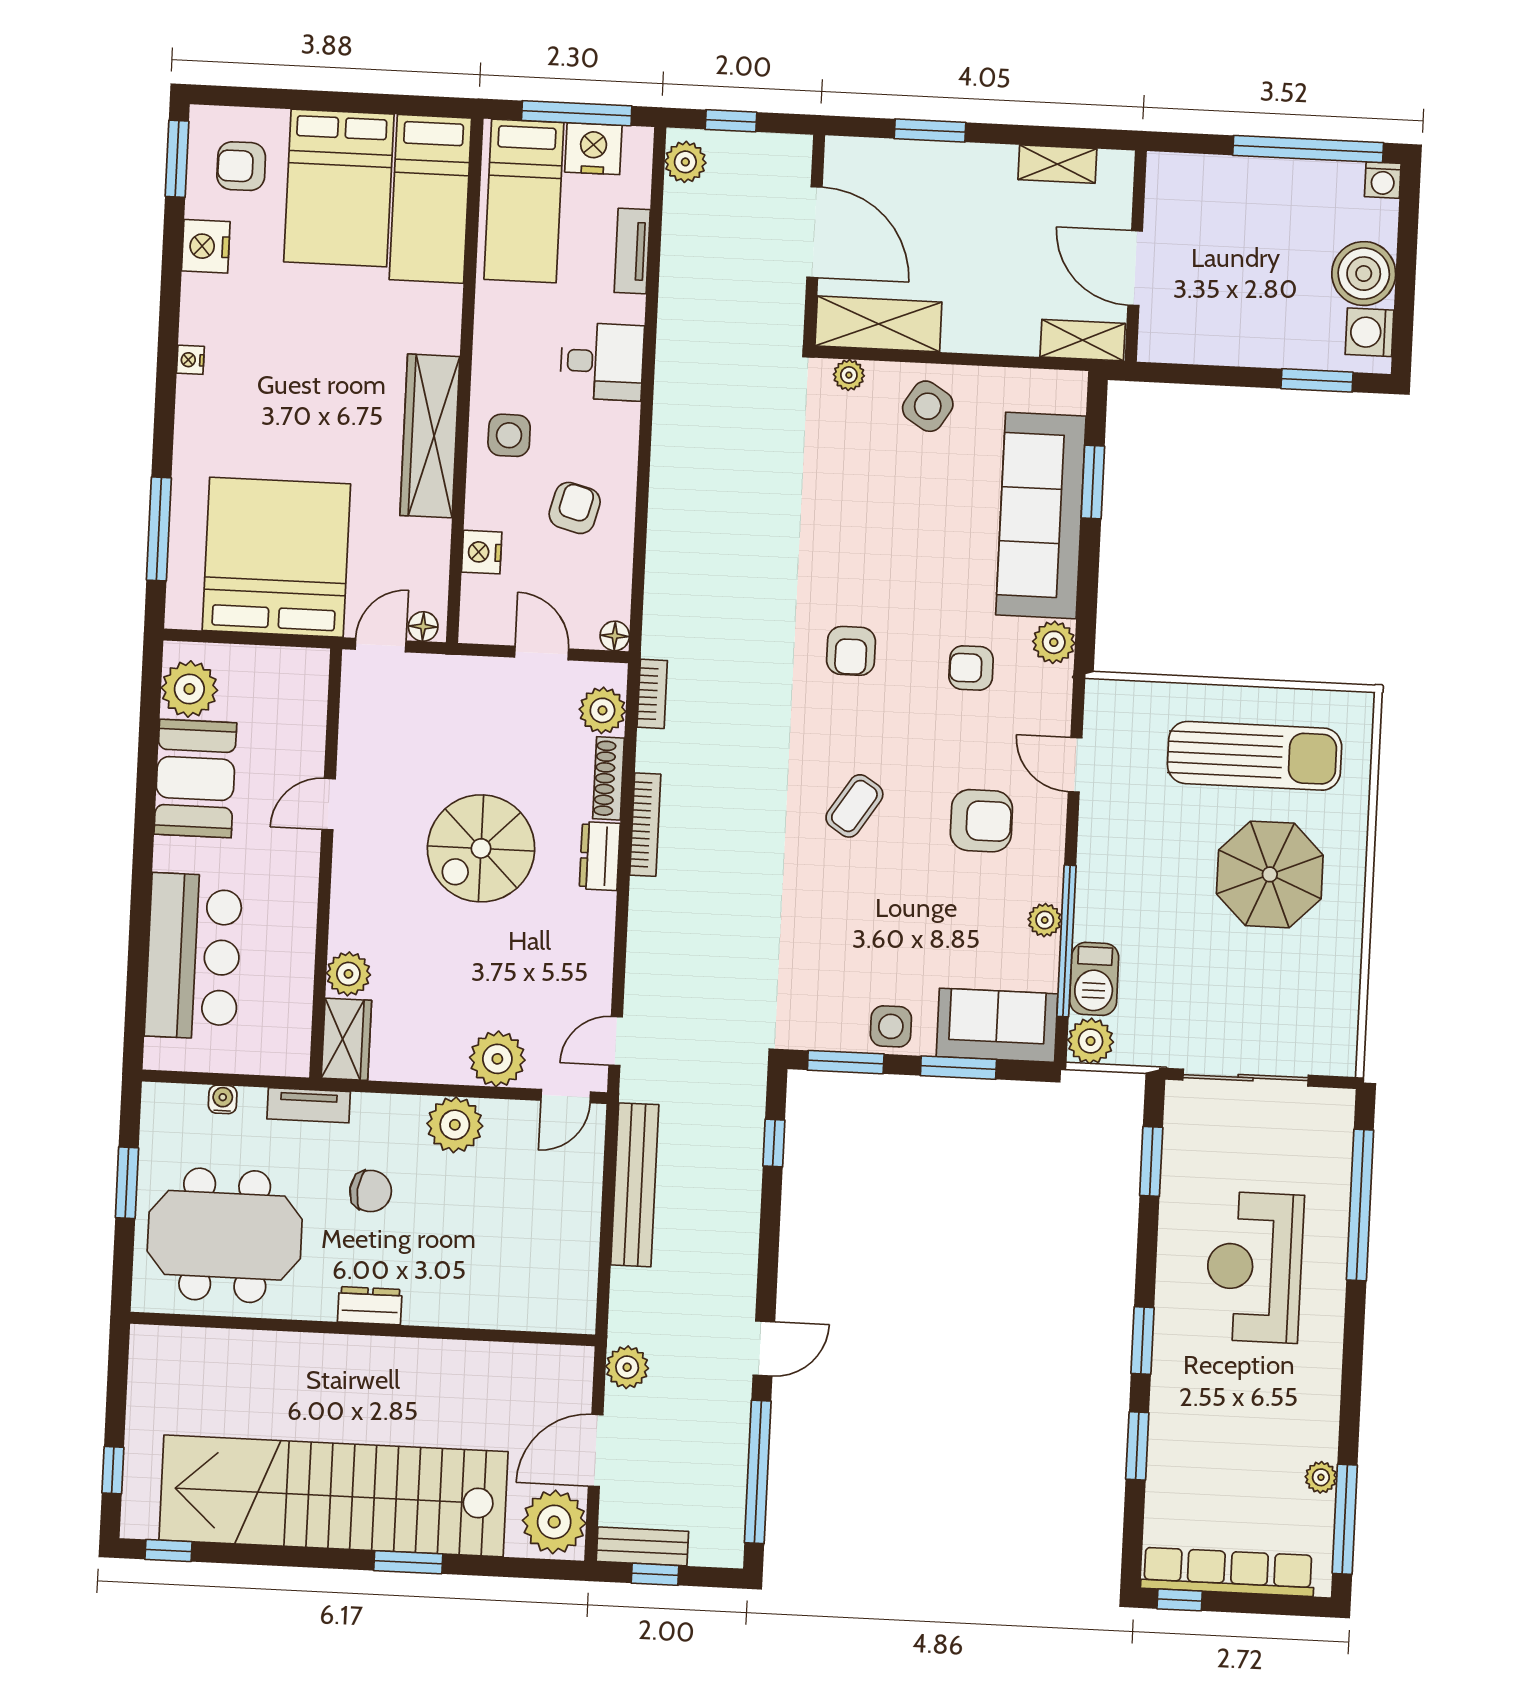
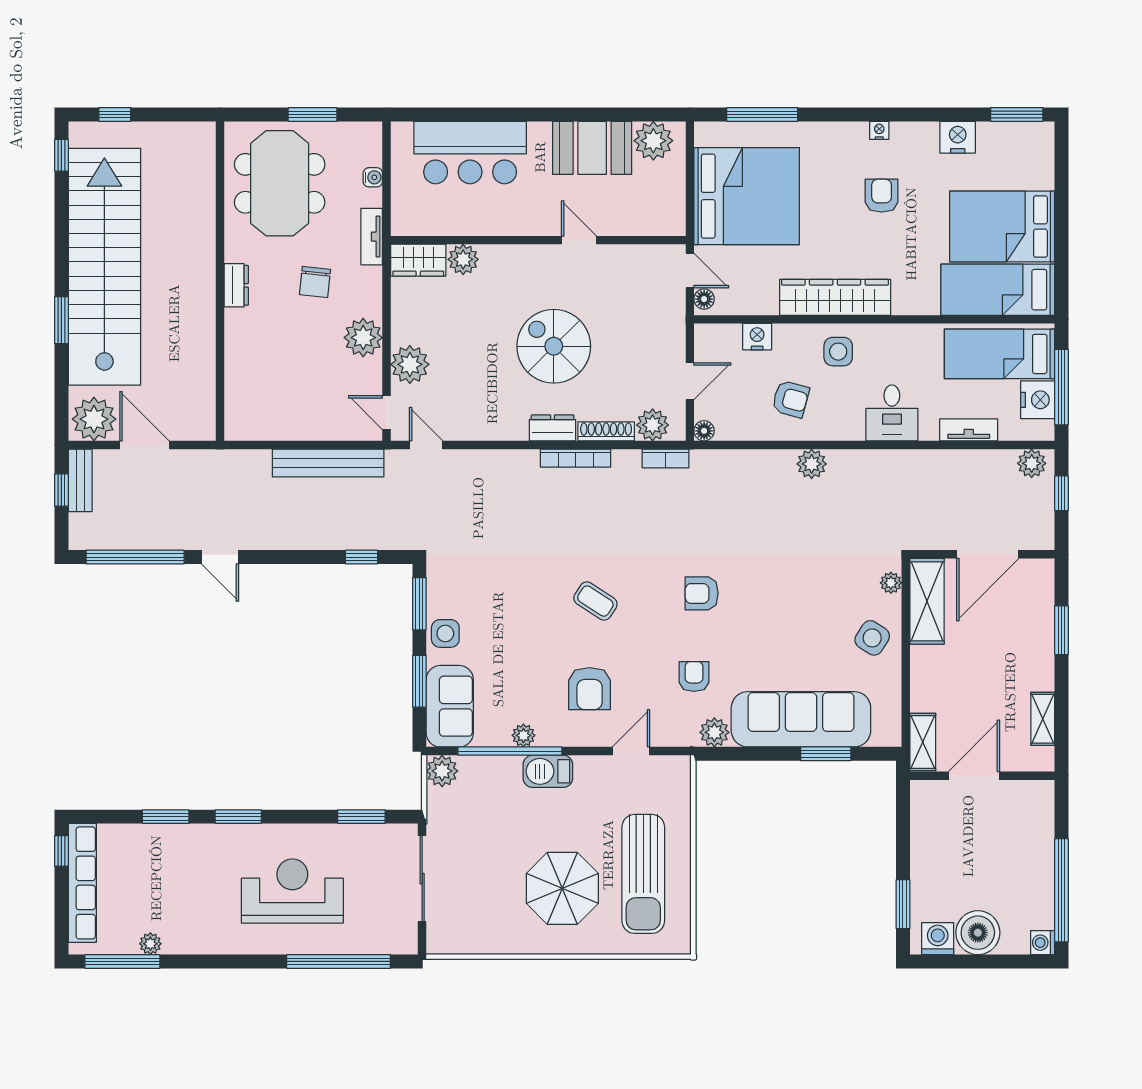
armchair: (241, 166) -> (882, 196), moved
barbecue: (1094, 979) -> (548, 771), moved
plant: (627, 1367) -> (812, 464), moved

